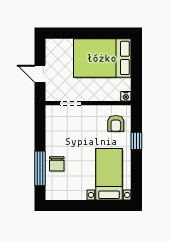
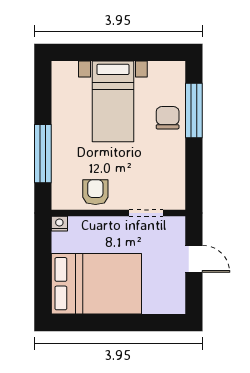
armchair: (116, 123) -> (95, 192), moved
window: (136, 141) -> (43, 154), width x2.17
bed with nightstands: (109, 174) -> (113, 101), moved

